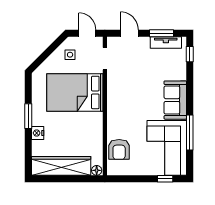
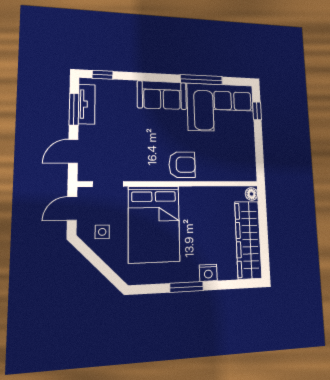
armchair: (119, 149) -> (182, 165), moved

